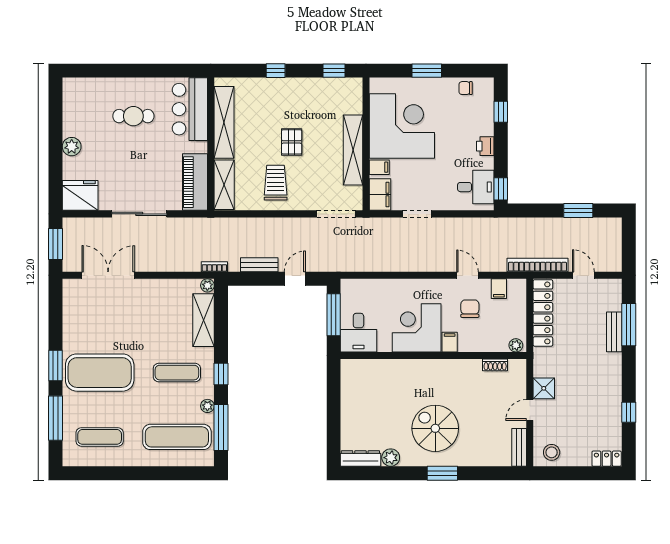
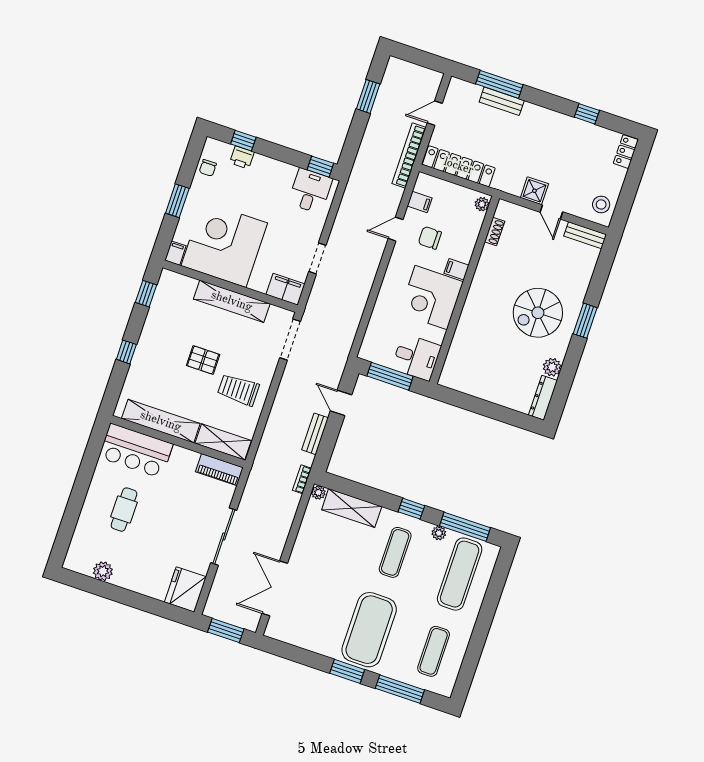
printer: (485, 146) -> (242, 157), moved
plant: (72, 147) -> (103, 571), moved
filing cabinet: (379, 167) -> (175, 253), moved
piano: (195, 182) -> (219, 470), width x0.73, depth x0.75

